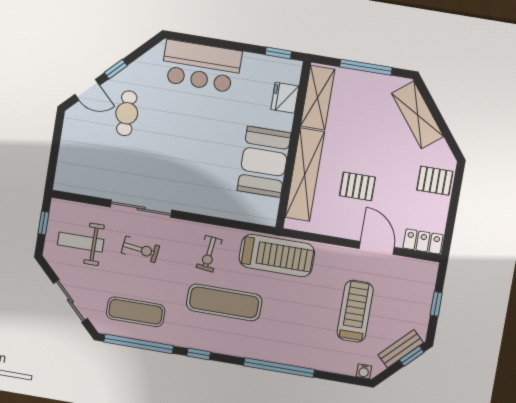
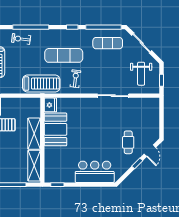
door: (87, 90) -> (150, 151), swing flipped
fridge: (285, 98) -> (50, 105), moved
shelving: (305, 175) -> (34, 134), width x0.68
weight bench: (81, 242) -> (141, 74), turned 90
exercise bike: (140, 249) -> (21, 39), moved
treadmill: (277, 255) -> (41, 84), turned 180

